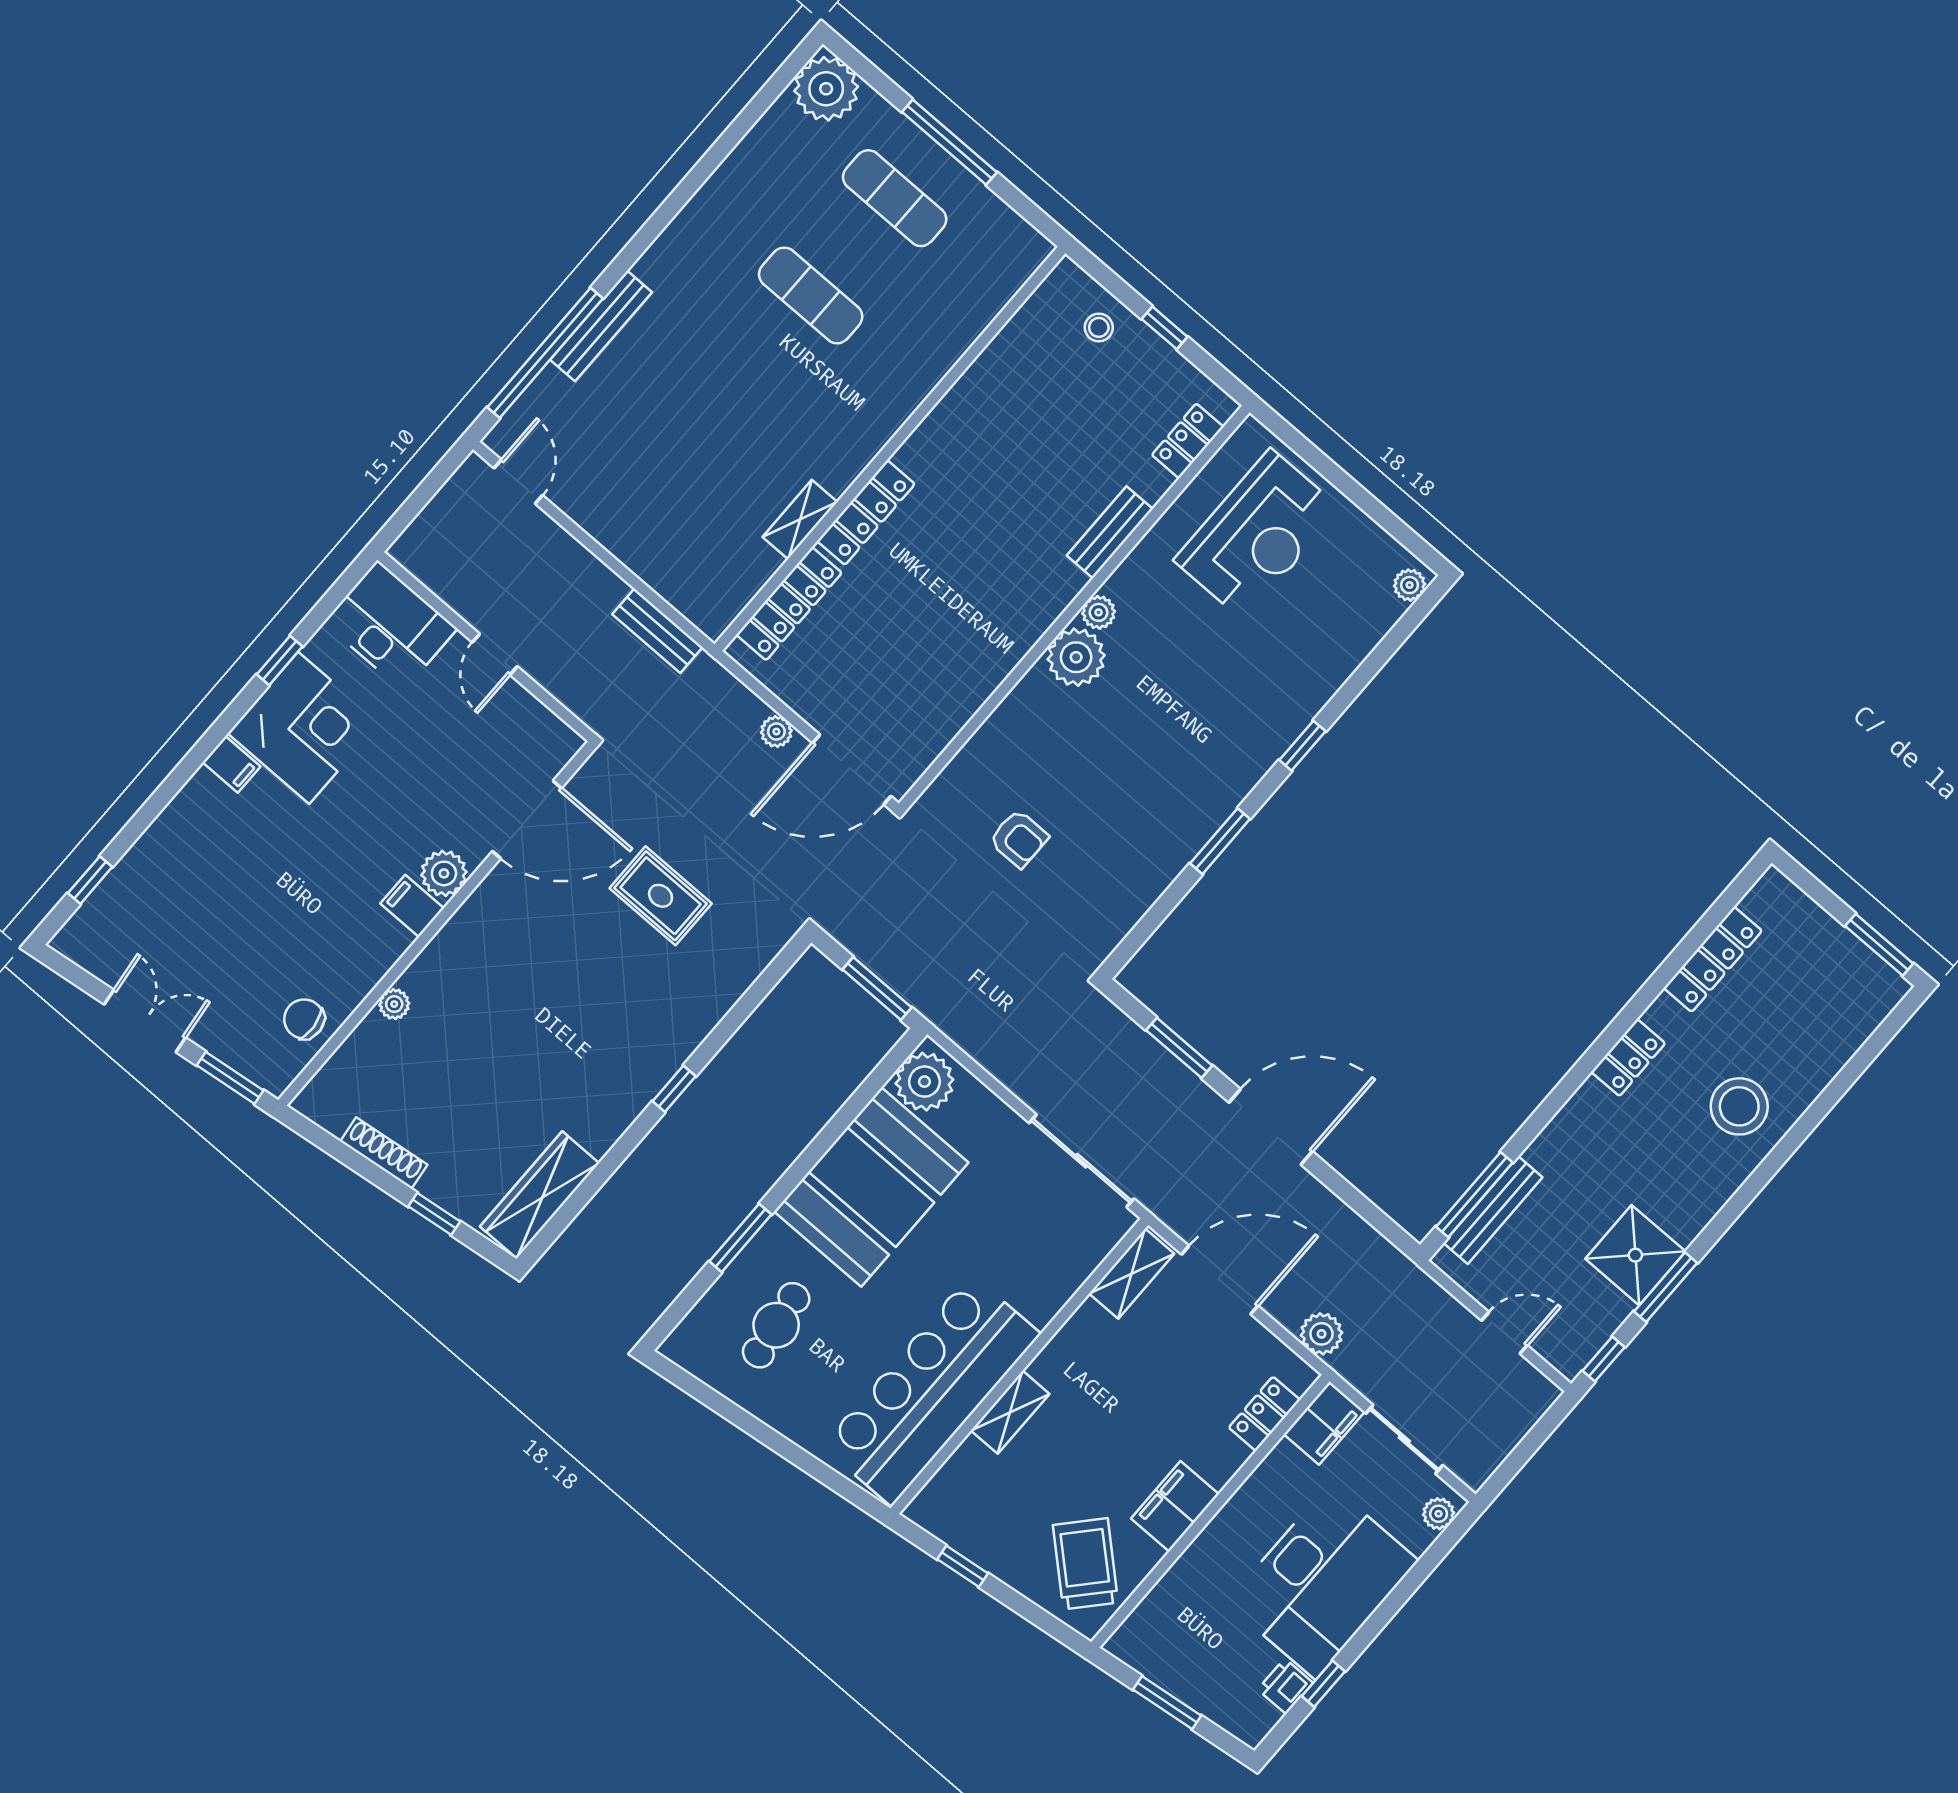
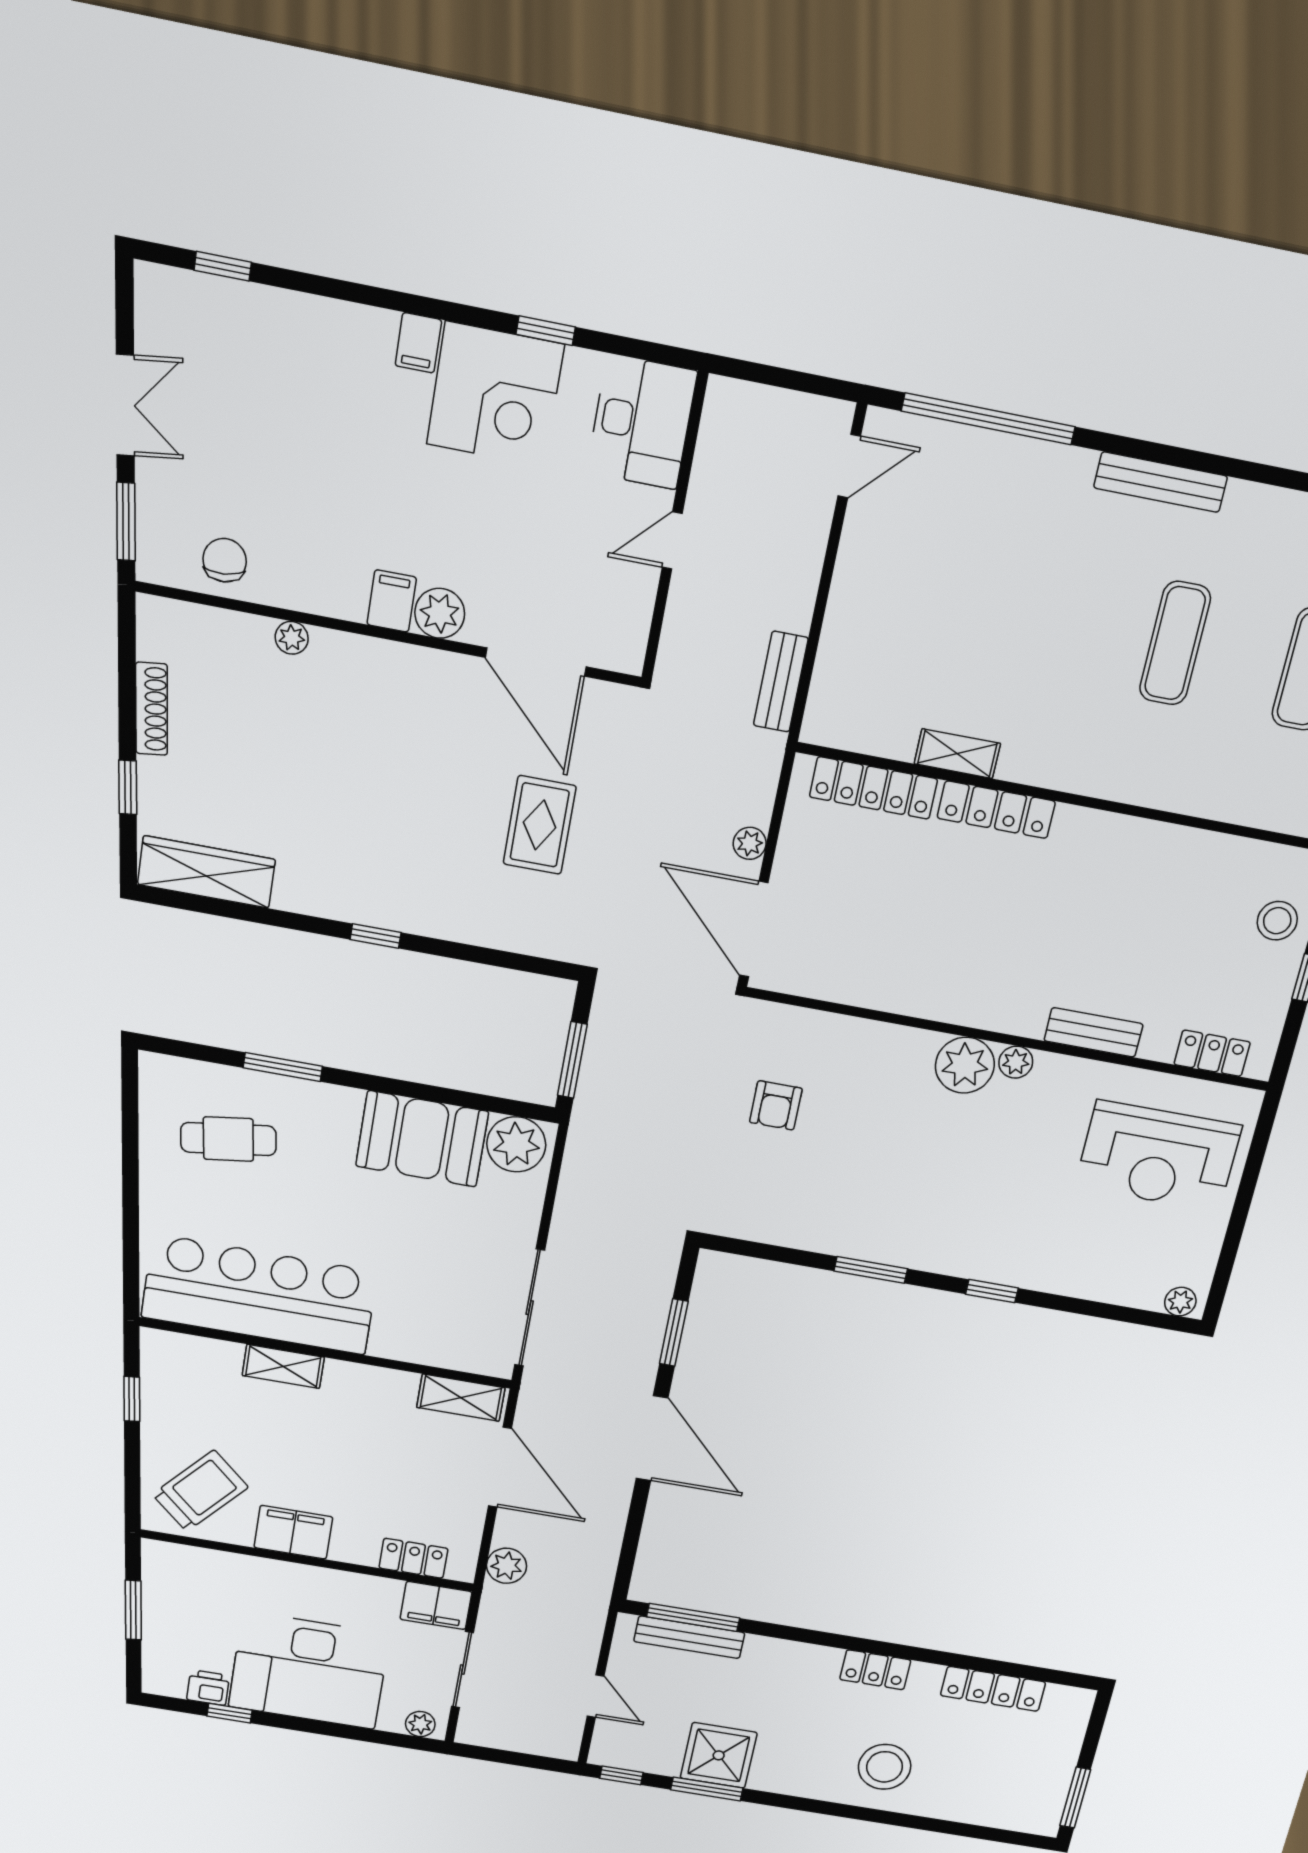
bench: (601, 326) -> (1161, 482), moved
stool: (1099, 327) -> (1277, 921), width x1.37, depth x1.37
booth: (871, 1187) -> (422, 1139), width x0.73, depth x0.70

